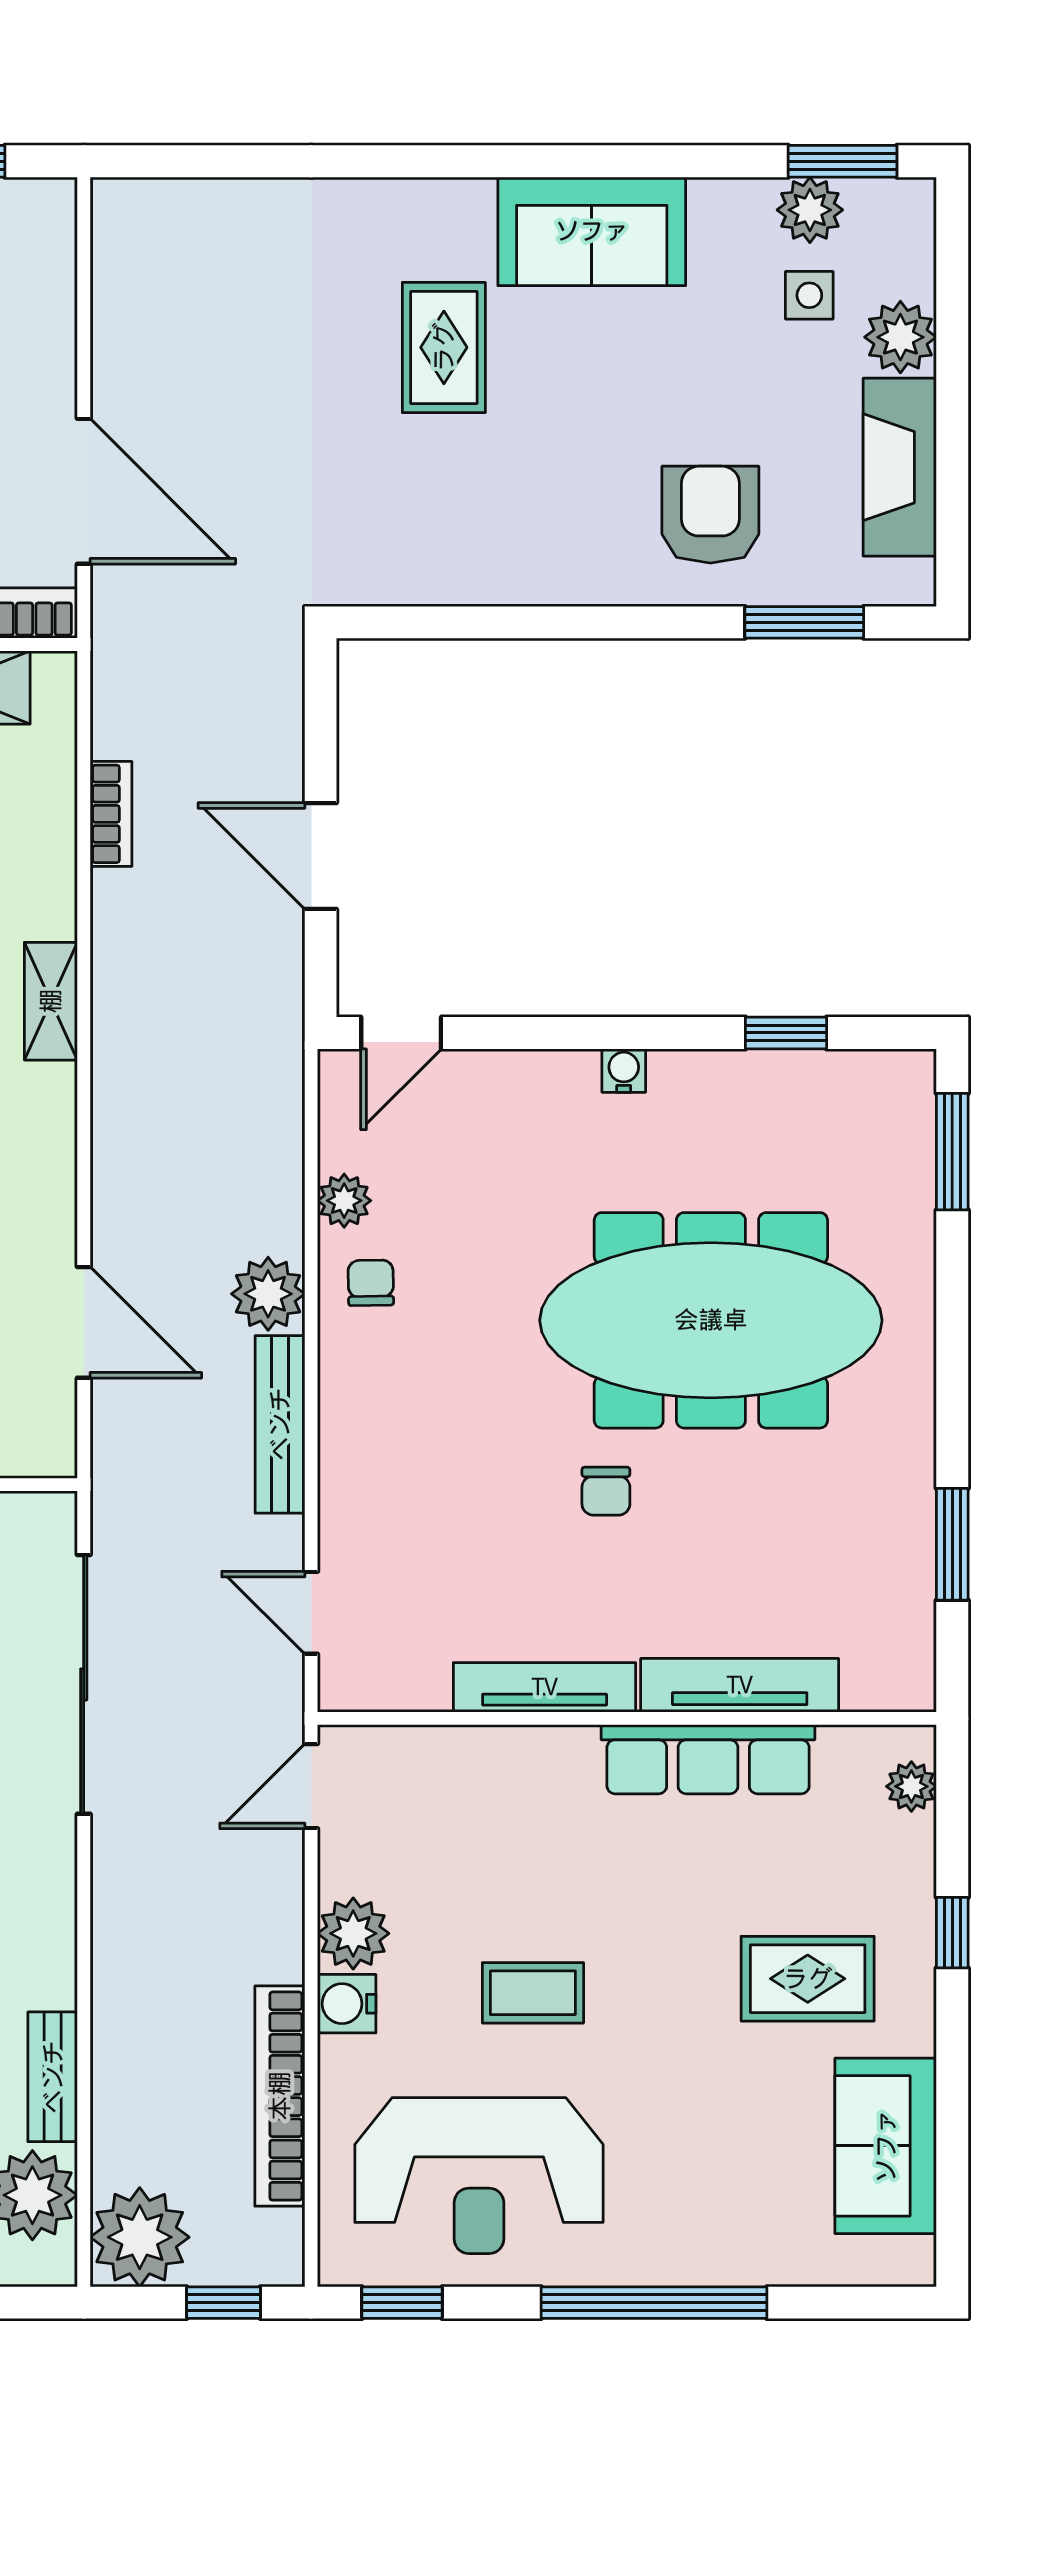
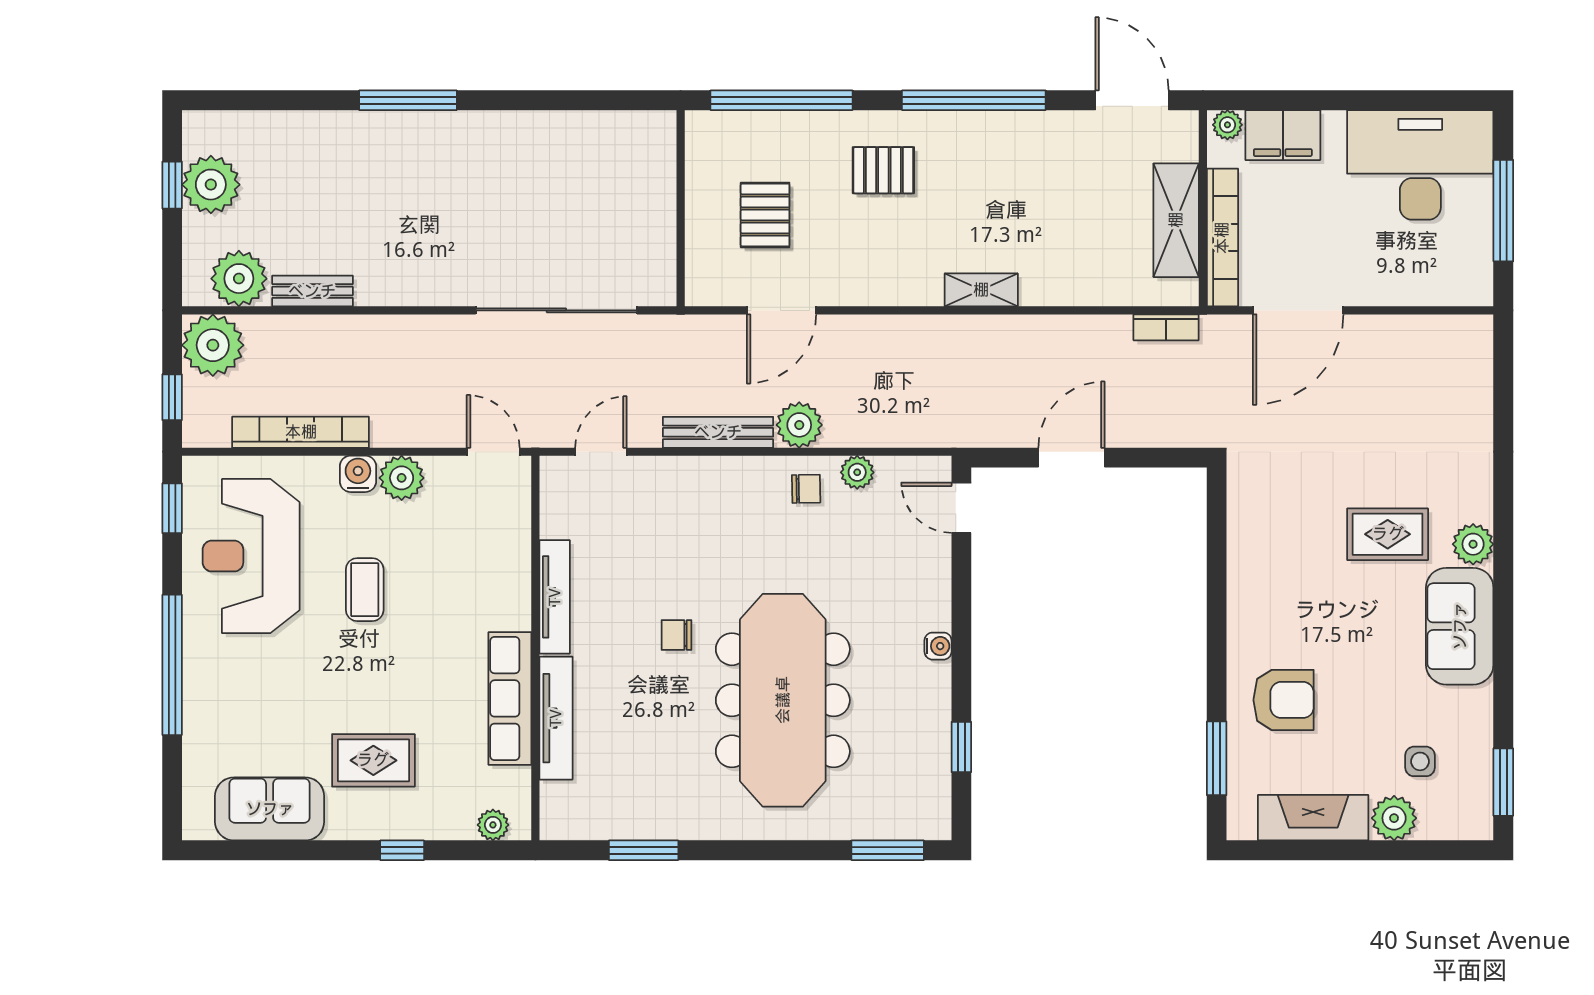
plant: (810, 210) -> (1473, 544), moved
bookcase: (111, 814) -> (1166, 327), moved
rug: (808, 1979) -> (373, 760), turned 90

